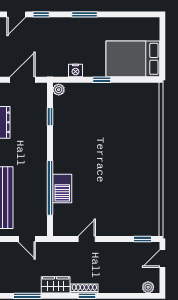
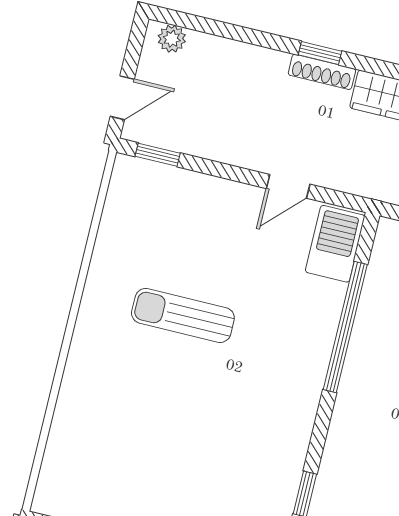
sun lounger: (117, 177) -> (183, 315), added
barbecue: (62, 189) -> (335, 244), moved

